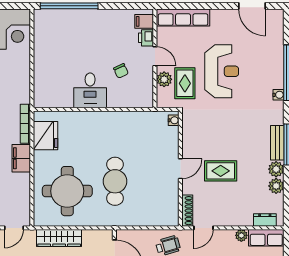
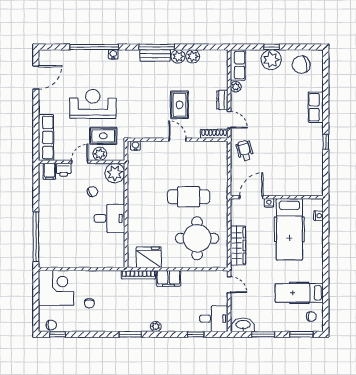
plant: (142, 97) -> (115, 173), added
dresser: (265, 220) -> (222, 100), moved

